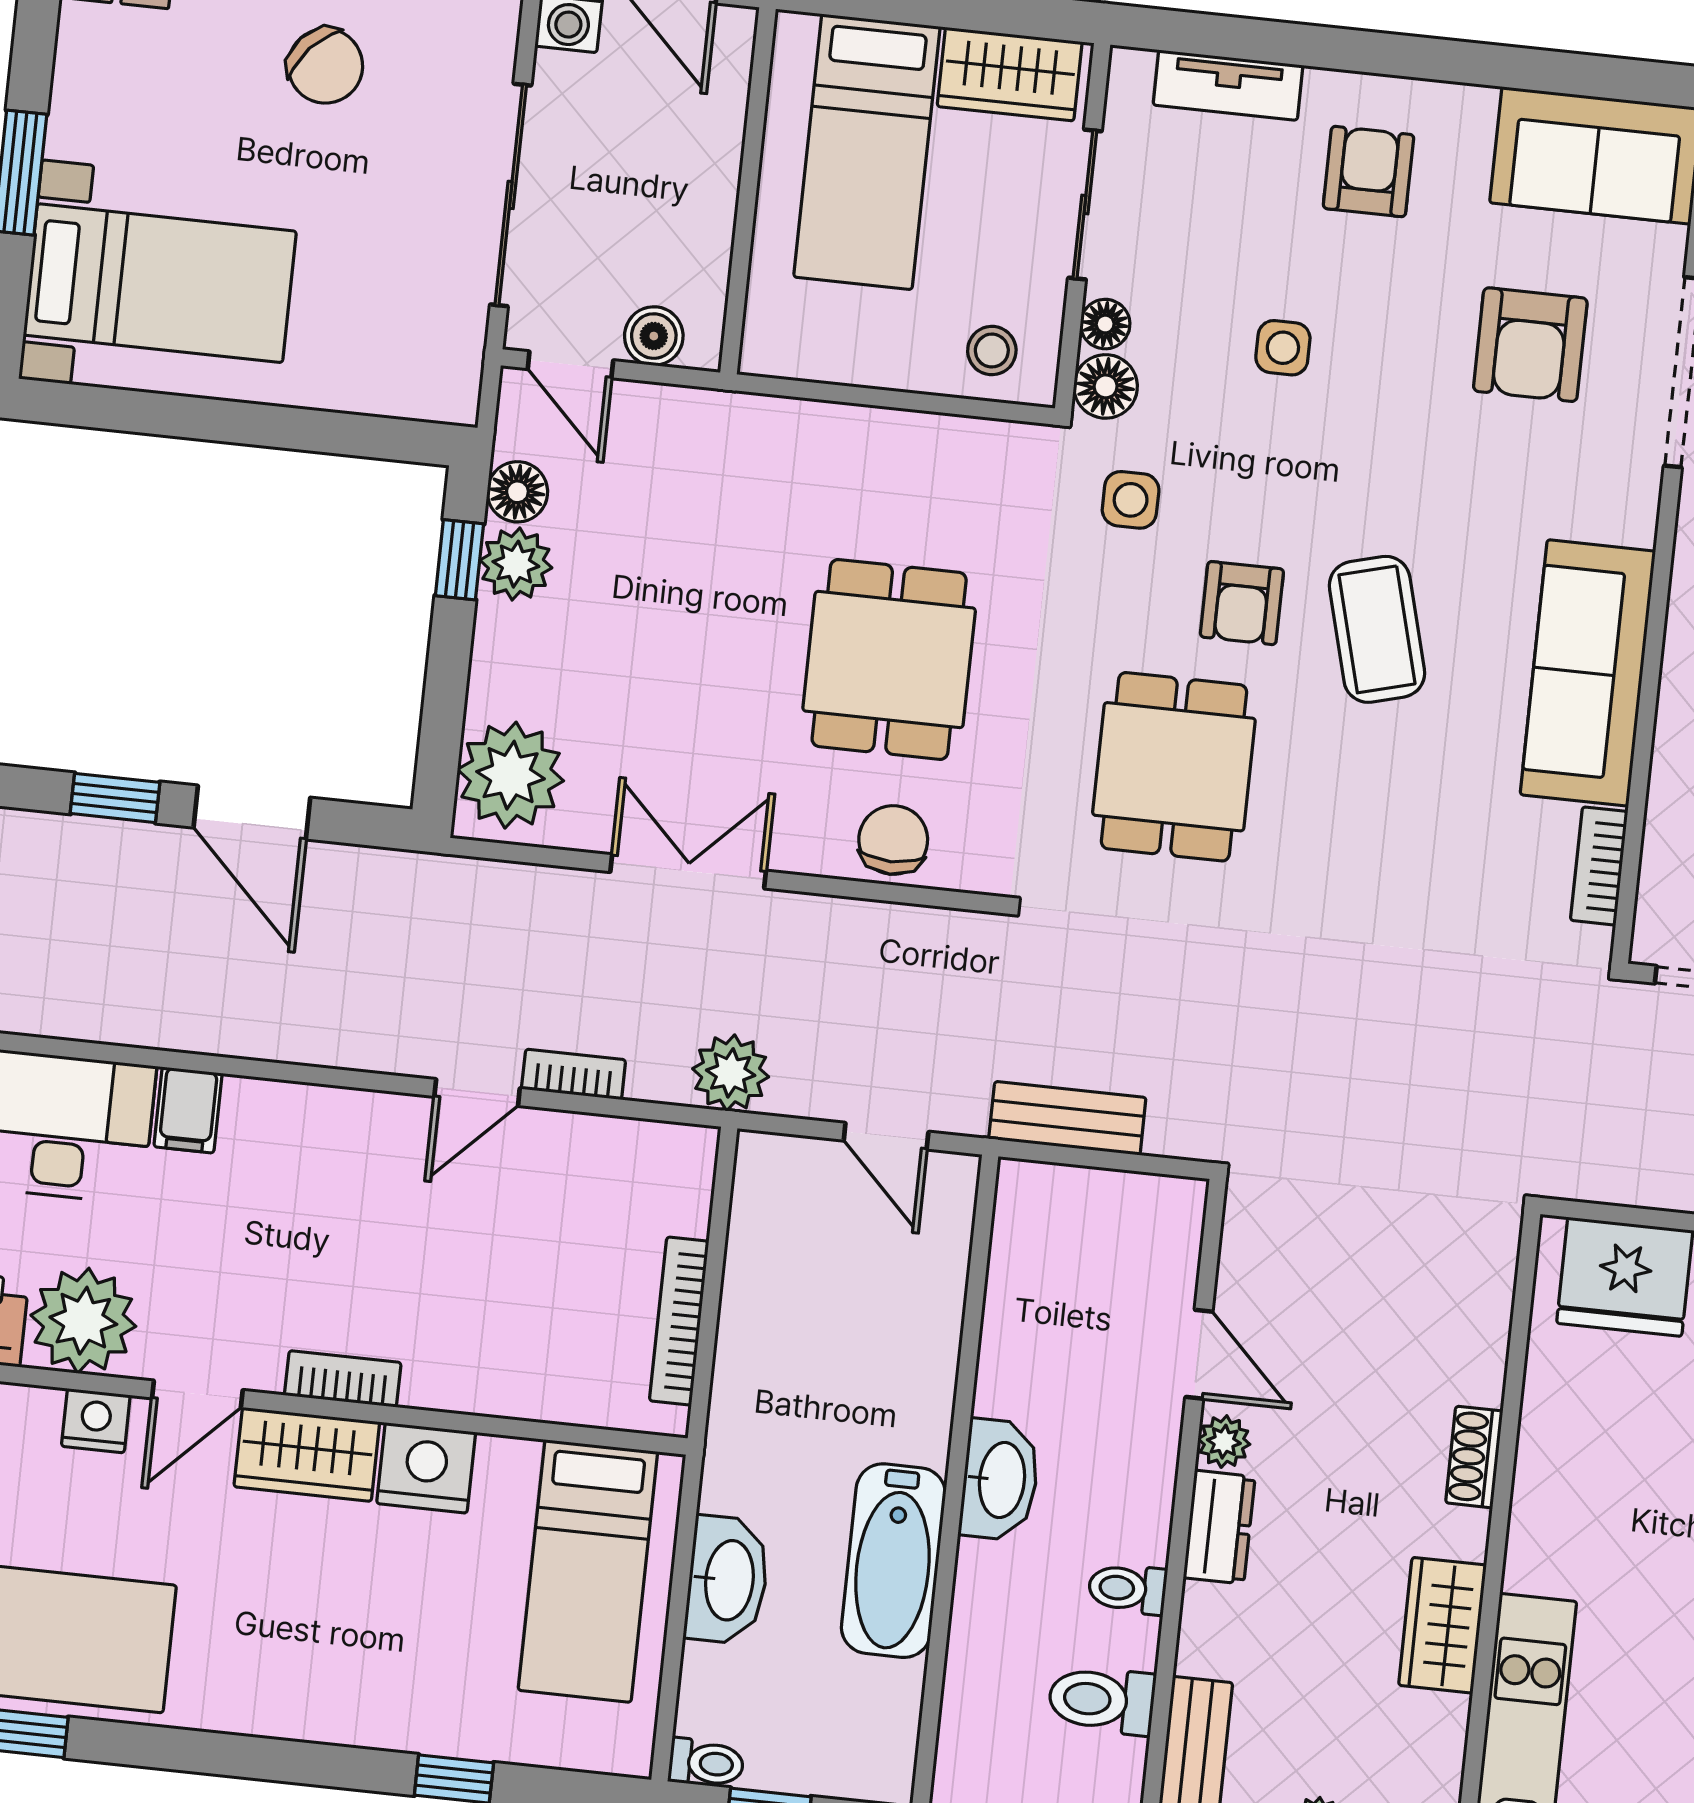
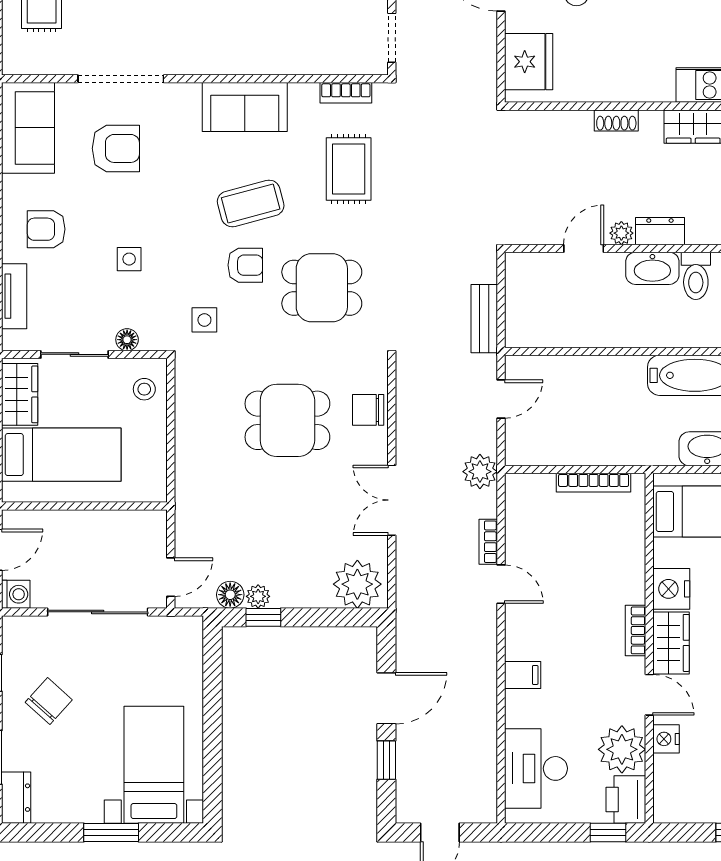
boiler: (654, 336) -> (154, 541), removed
floor lamp: (1106, 386) -> (155, 337), removed
plant: (516, 564) -> (258, 596), width x0.73, depth x0.73
sofa: (1588, 673) -> (245, 107), width x0.73
rug: (1430, 854) -> (349, 169), added
filing cabinet: (188, 1110) -> (523, 675), moved
washbasin: (1000, 1480) -> (652, 268), moved, turned 180
toilet: (1127, 1589) -> (696, 276), width x1.37, depth x1.39

